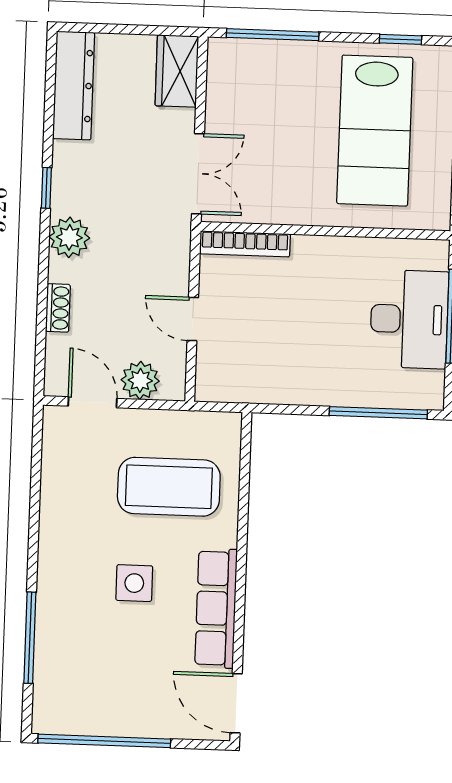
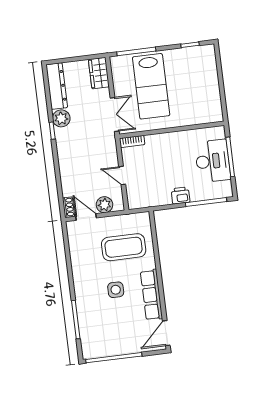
lab bench: (375, 131) -> (151, 86), moved
plant: (69, 237) -> (61, 118), moved
bookcase: (245, 244) -> (132, 141), width x0.64
shoe rack: (58, 308) -> (69, 207), moved
printer: (321, 388) -> (181, 195), added
door: (236, 703) -> (166, 333), hinge flipped

